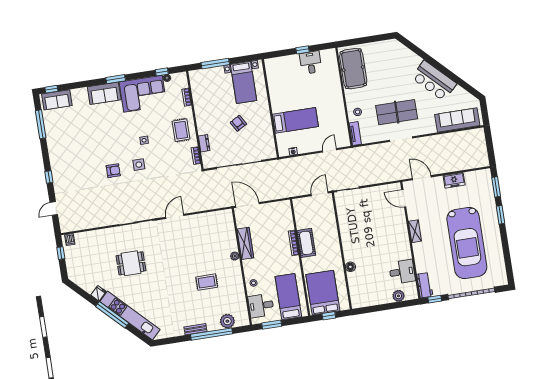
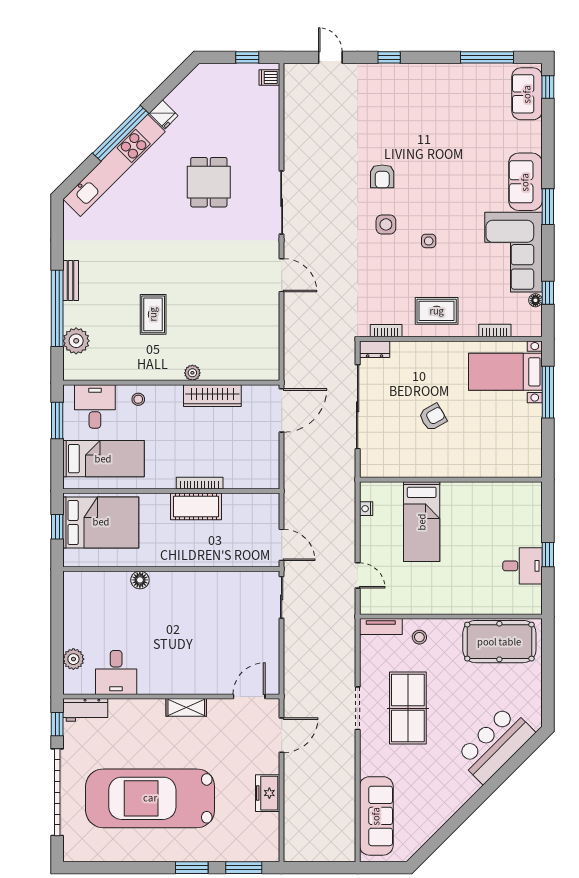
bar counter: (434, 81) -> (495, 744), moved
bed with nightstands: (244, 82) -> (505, 372), moved
dresser: (204, 143) -> (375, 349), moved

